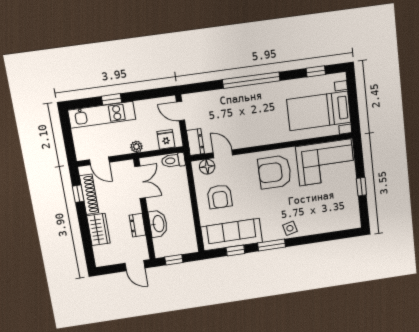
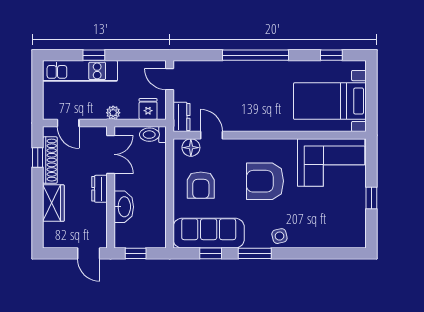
armchair: (275, 172) -> (265, 181), moved
dresser: (137, 225) -> (99, 189), moved

